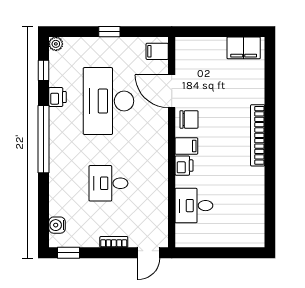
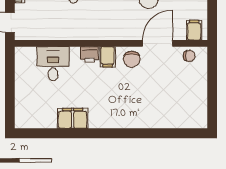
filing cabinet: (244, 48) -> (73, 118), moved, turned 90
chair: (185, 57) -> (189, 56), added
bookcase: (258, 135) -> (117, 122), removed

